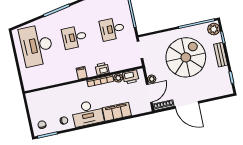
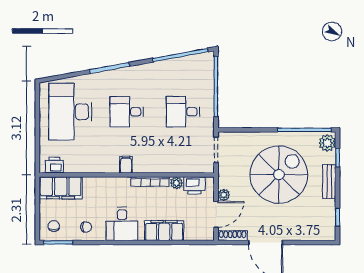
printer: (102, 69) -> (54, 165), moved
filing cabinet: (41, 98) -> (61, 188), added
desk: (88, 113) -> (122, 224), width x0.73

